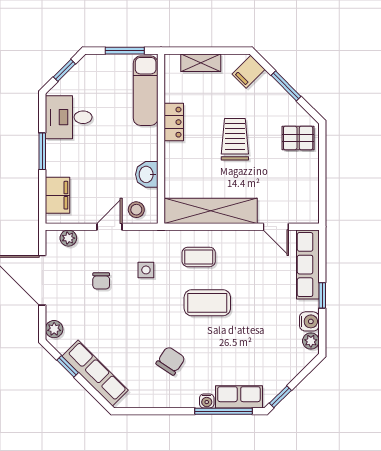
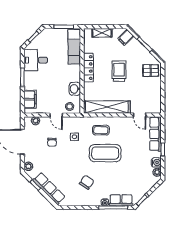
locker: (174, 122) -> (88, 68), width x1.53
door: (109, 227) -> (56, 115), swing flipped
coffee table: (207, 303) -> (105, 153), width x1.36, depth x1.32

